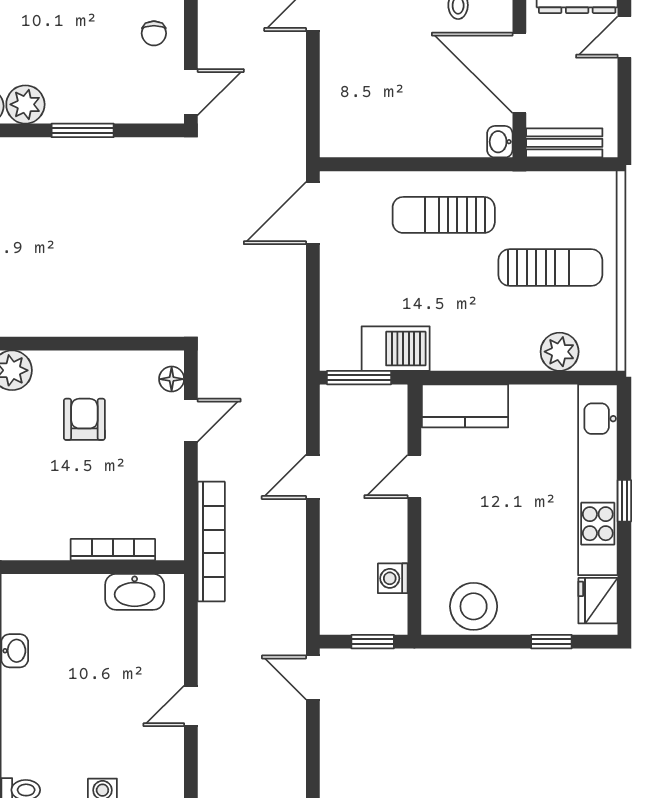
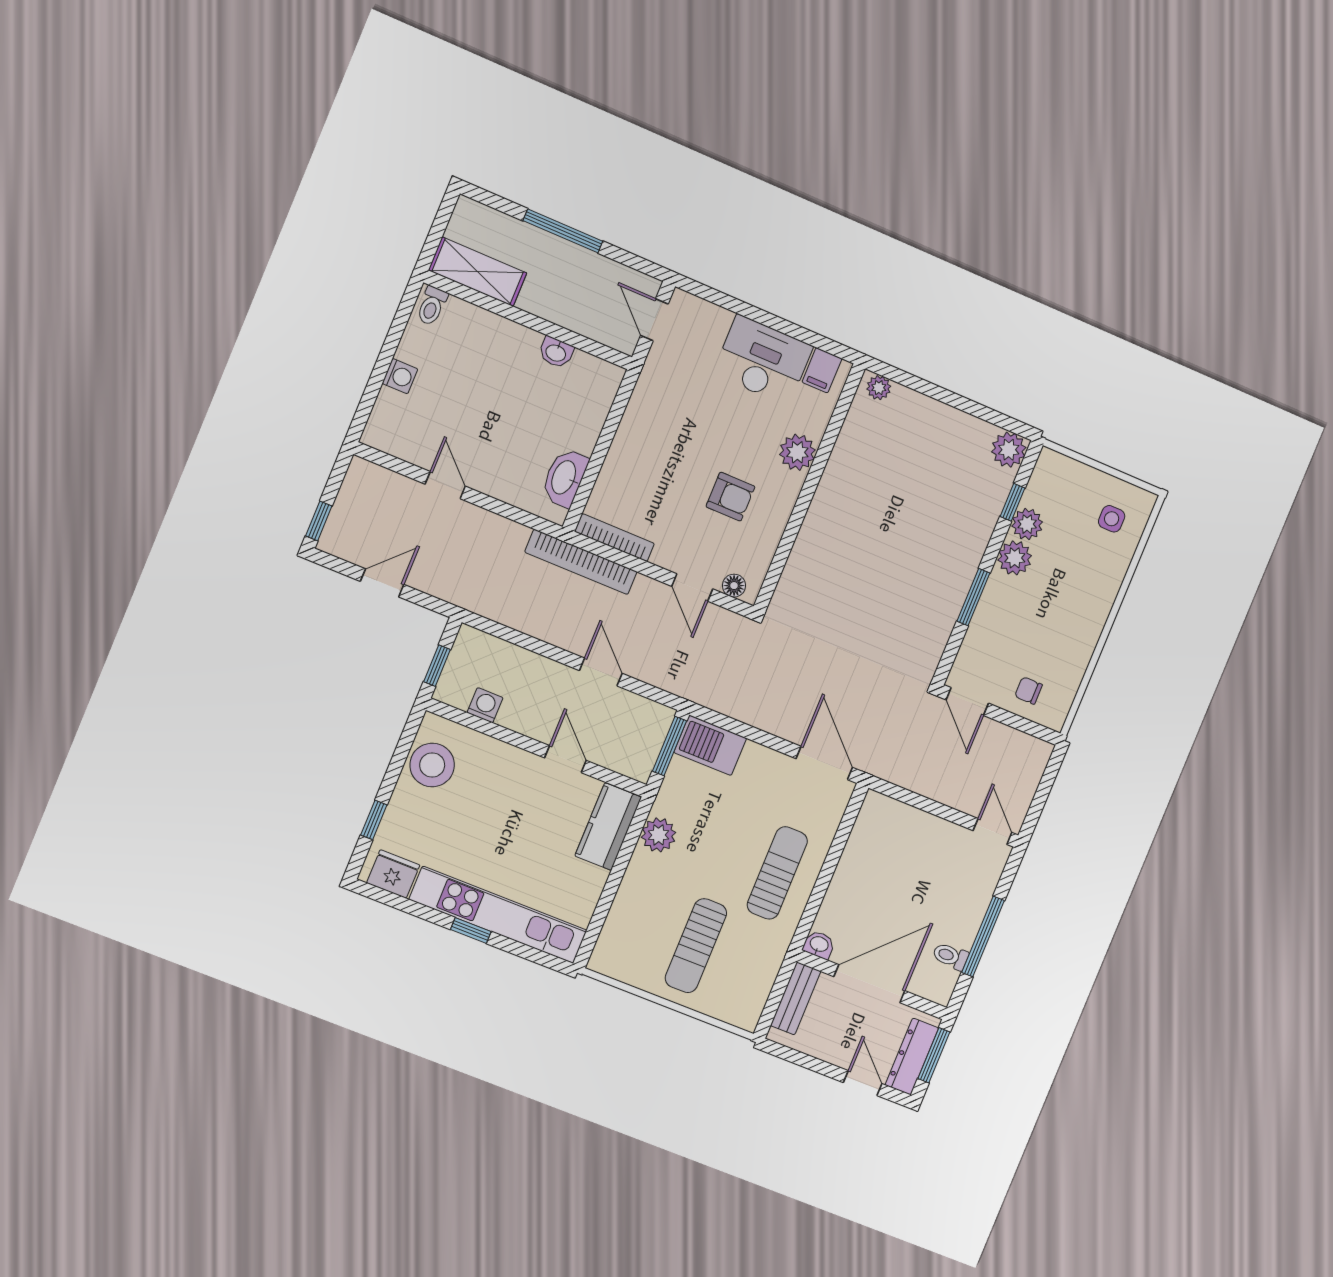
barbecue: (396, 349) -> (710, 745), moved, turned 90
plant: (560, 352) -> (659, 835), moved
bookcase: (113, 550) -> (614, 538), moved, turned -90
door: (313, 678) -> (382, 583), moved

